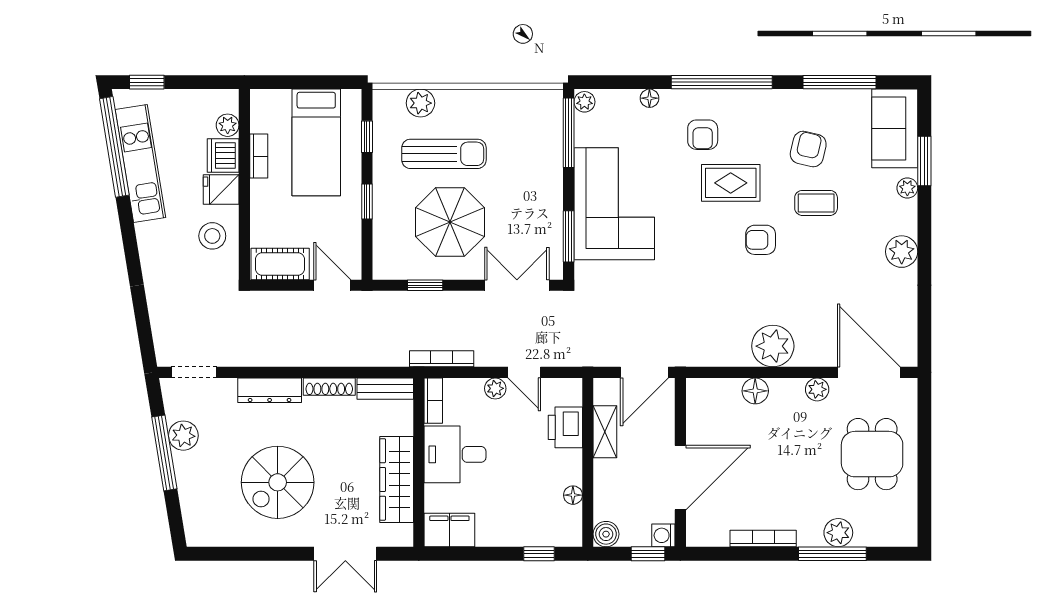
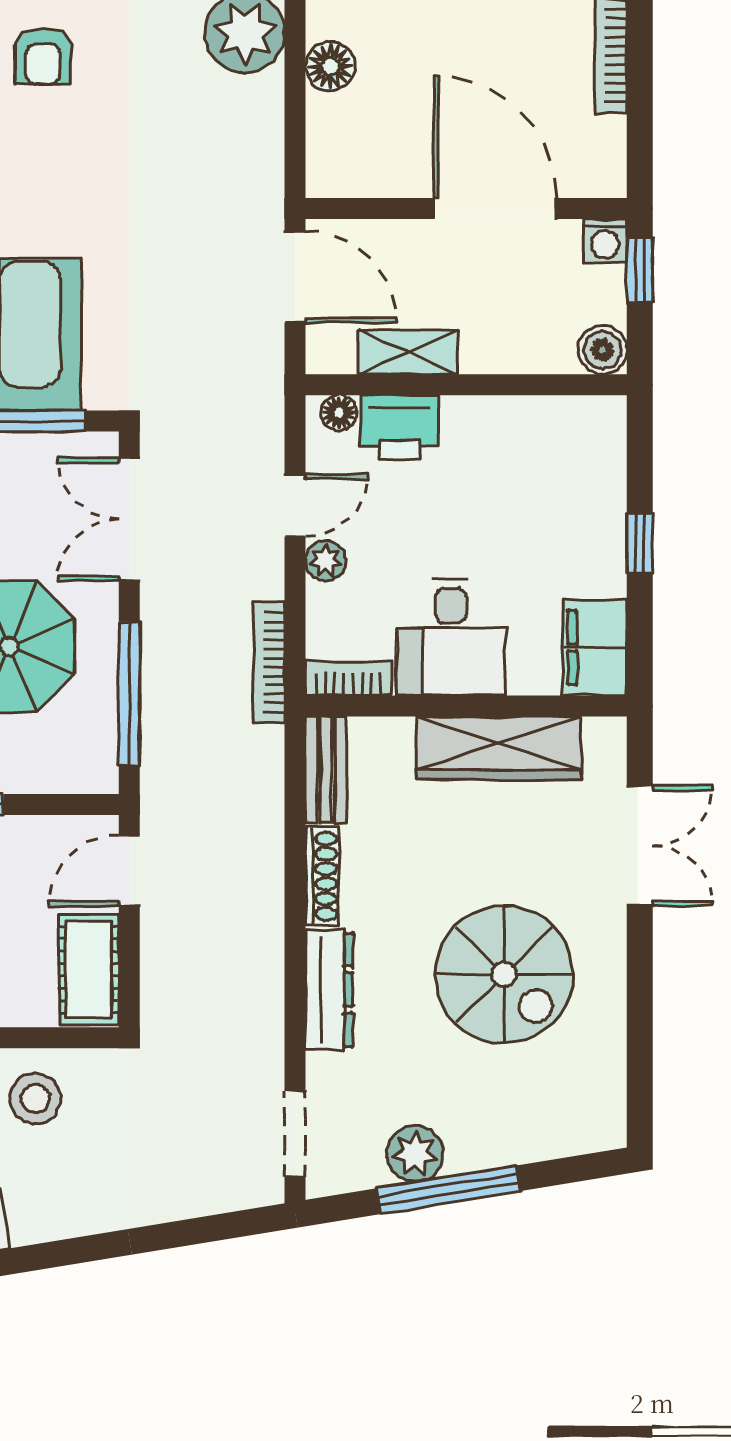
window: (425, 285) -> (129, 694), width x2.17
floor lamp: (573, 495) -> (339, 413), moved
window: (539, 554) -> (640, 544), moved

